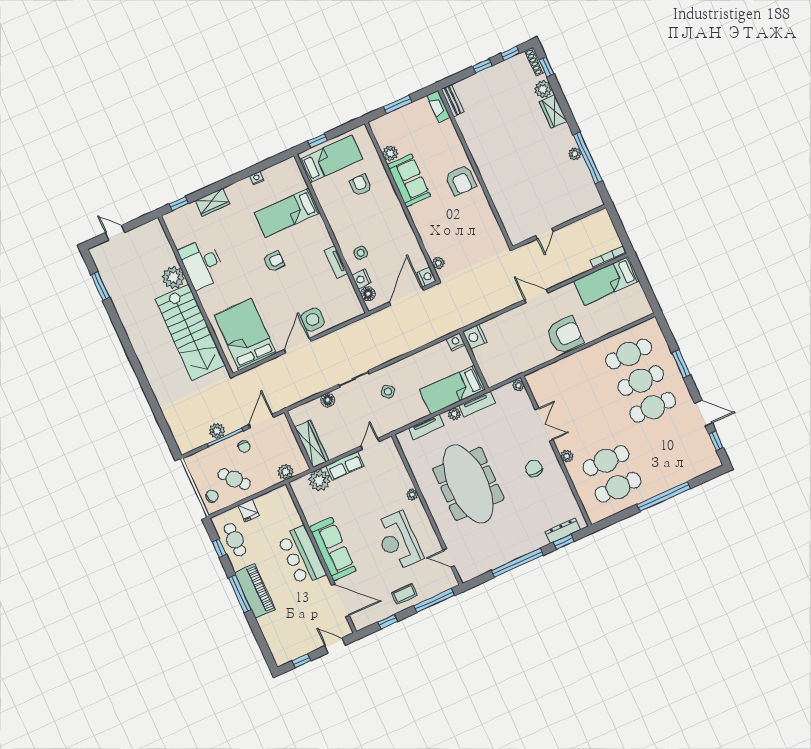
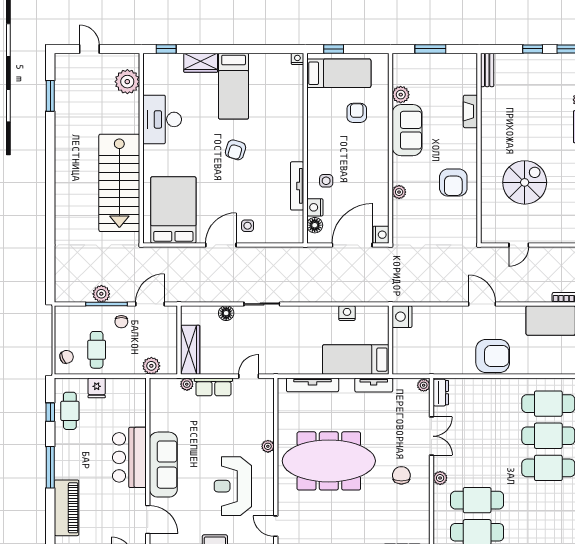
fireplace: (439, 106) -> (470, 111), moved
nightstand: (257, 178) -> (297, 59), moved
armchair: (461, 180) -> (453, 183), moved
spiral stairs: (526, 180) -> (525, 182), added
bed: (287, 213) -> (234, 86), moved, turned -90
armchair: (274, 261) -> (236, 150), turned 107
tv unit: (336, 262) -> (297, 186), width x1.41
plant: (438, 263) -> (399, 192), moved
plant: (173, 277) -> (127, 82), moved
side table: (313, 320) -> (248, 226), width x0.54, depth x0.54
nightstand: (456, 342) -> (347, 313), moved
dresser: (535, 385) -> (441, 393), added
side table: (388, 392) -> (290, 332), removed
plant: (454, 414) -> (347, 385), removed
tv unit: (426, 427) -> (313, 385), width x1.41
cafe table: (234, 479) -> (97, 350), turned 41
plant: (319, 480) -> (187, 384), width x0.53, depth x0.53
meeting table: (468, 484) -> (329, 461), turned 90
piano: (255, 591) -> (67, 508), moved
door: (340, 600) -> (148, 520), width x0.73

